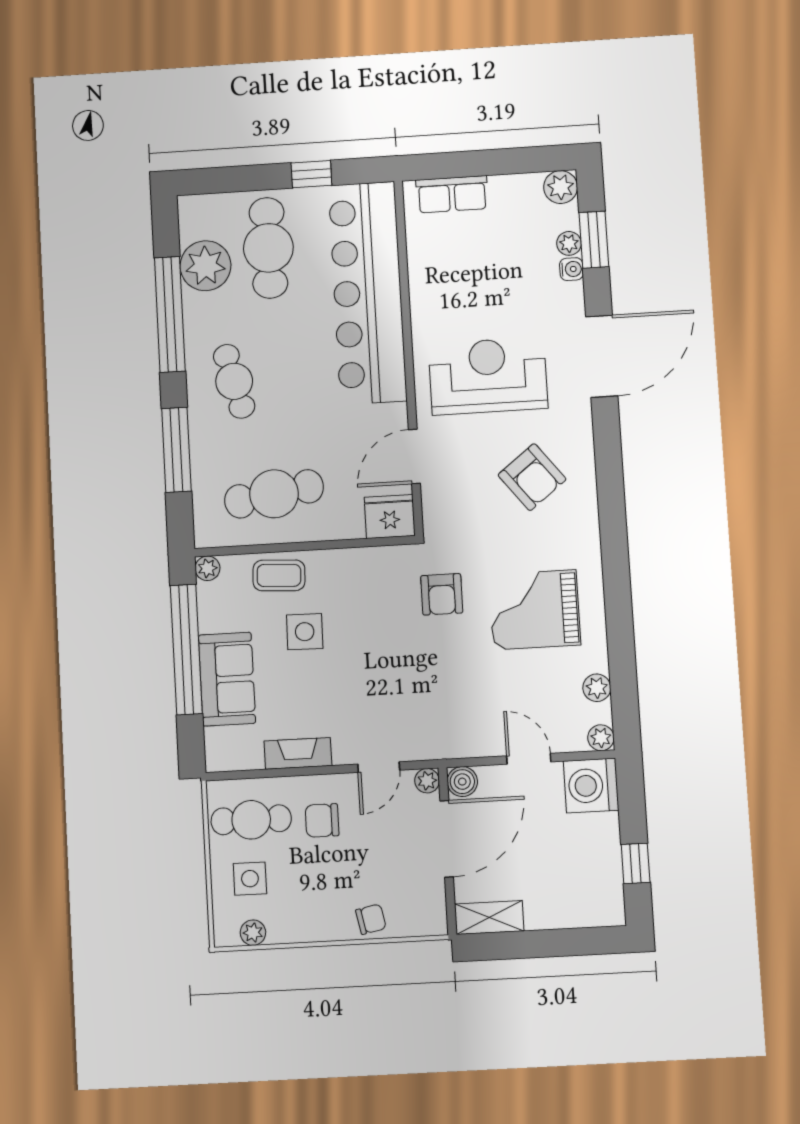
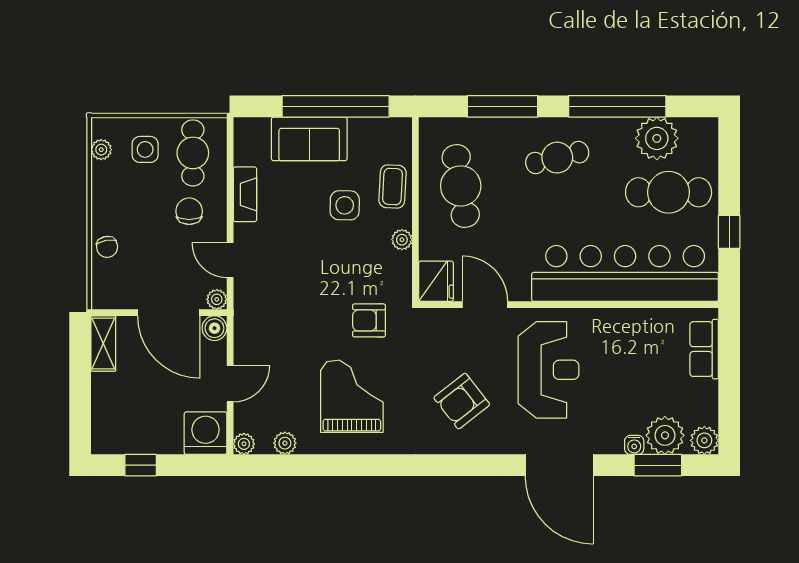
plant: (569, 243) -> (665, 435), width x1.88, depth x1.88
plant: (207, 568) -> (402, 240), moved

